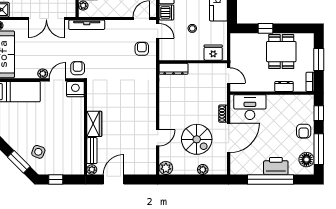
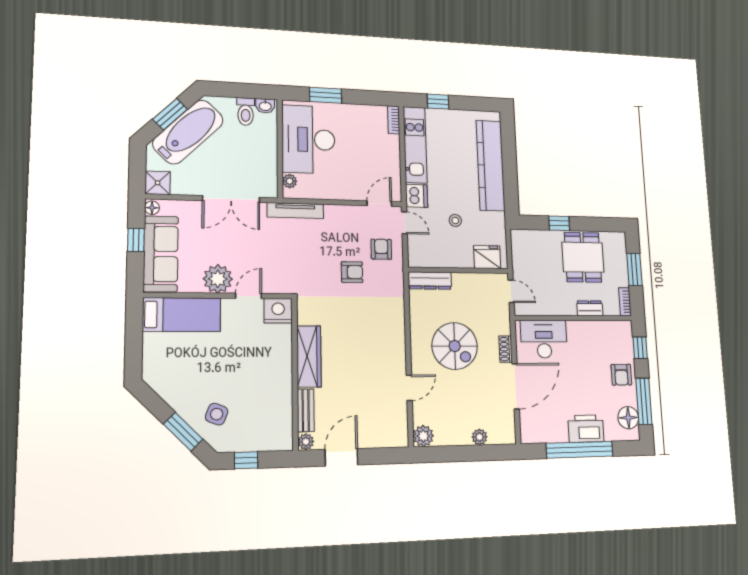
armchair: (78, 68) -> (352, 272), moved, turned 90
plant: (43, 74) -> (218, 279), width x1.87, depth x1.87
wardrobe: (94, 124) -> (309, 356), width x1.50
spiral stairs: (197, 139) -> (455, 346), moved

